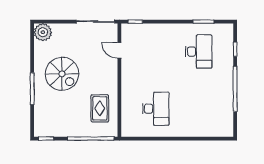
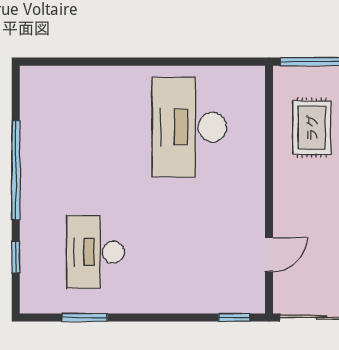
door: (119, 50) -> (269, 254), hinge flipped
desk: (156, 109) -> (189, 127), width x1.36, depth x1.30

